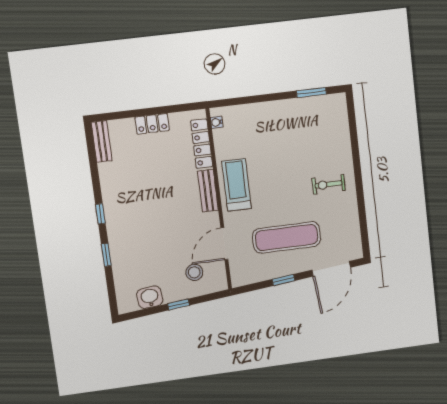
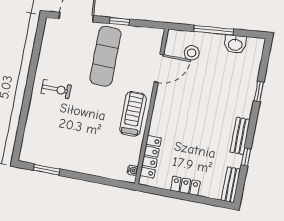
treadmill: (237, 185) -> (133, 114), turned 180
bench: (208, 191) -> (240, 136), moved
window: (100, 214) -> (246, 157), moved
exercise mat: (287, 238) -> (105, 56), turned 90
window: (178, 304) -> (214, 30), width x2.17

